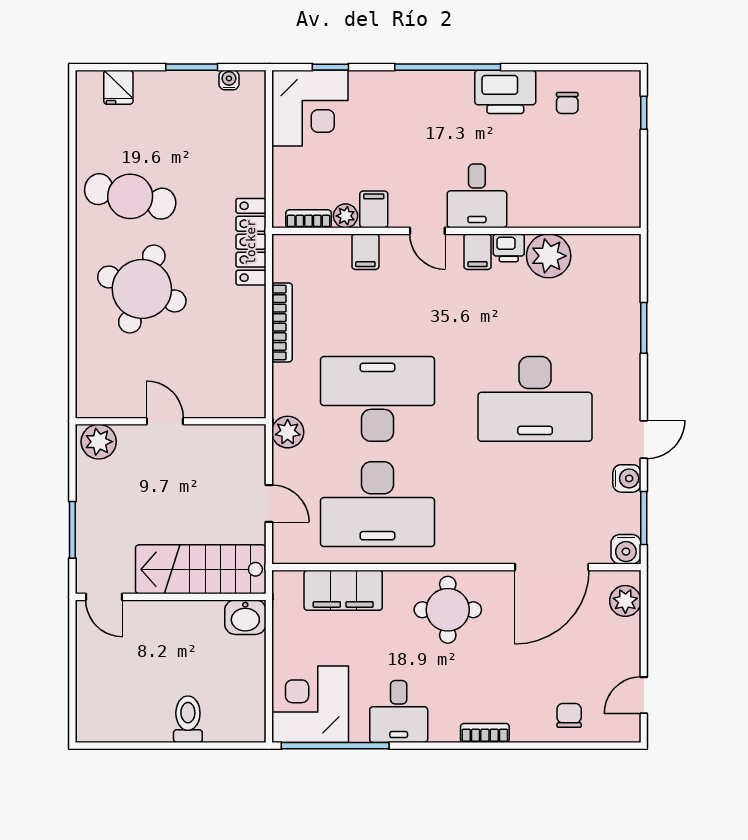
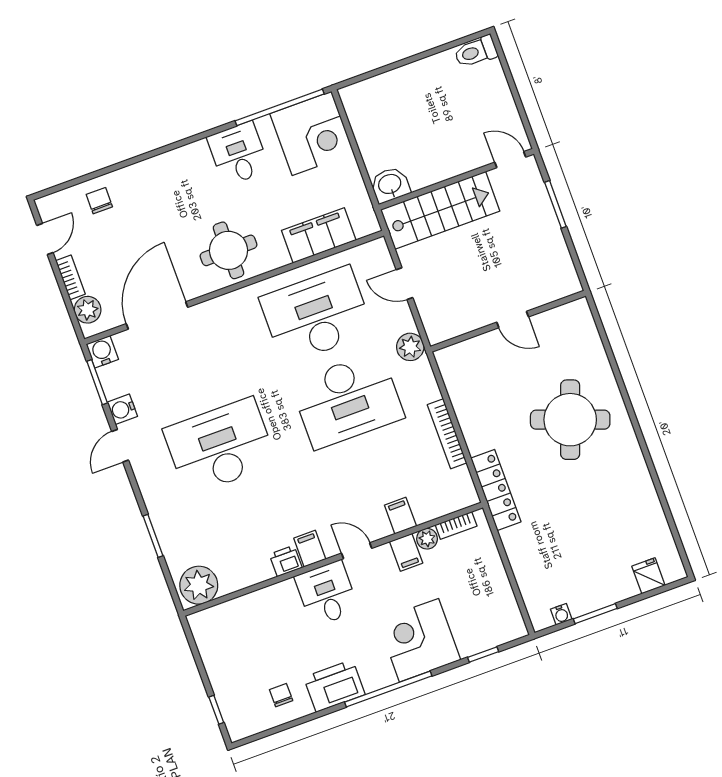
corner desk: (310, 108) -> (419, 640), moved
cafe table: (130, 196) -> (607, 491), removed
plant: (549, 256) -> (199, 585), moved
plant: (99, 442) -> (560, 284), removed
chair: (569, 715) -> (99, 201), turned 180
toilet: (188, 719) -> (476, 52), moved, turned 90
bookcase: (485, 733) -> (70, 277), moved, turned -90

